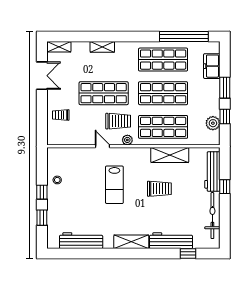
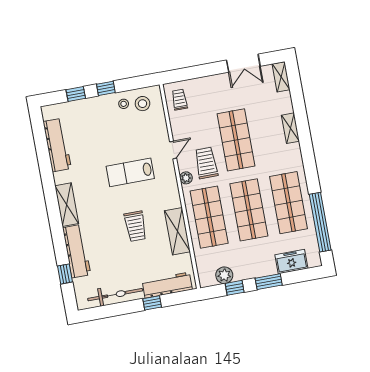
trolley: (61, 115) -> (179, 100), moved
trolley: (118, 121) -> (206, 163), turned 180
stool: (60, 164) -> (142, 104), added

